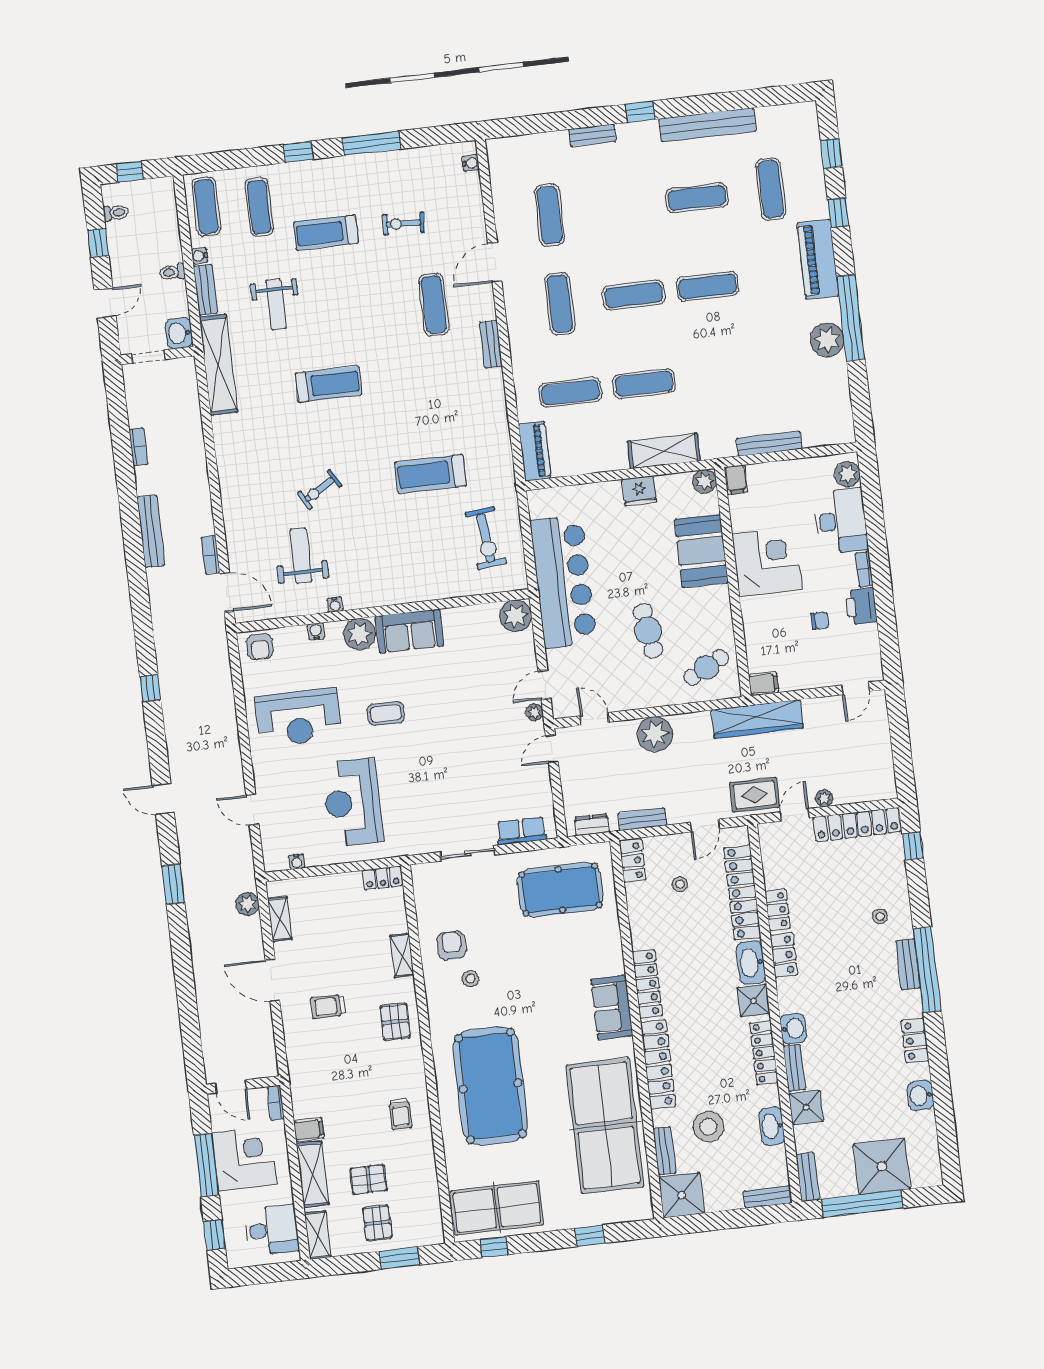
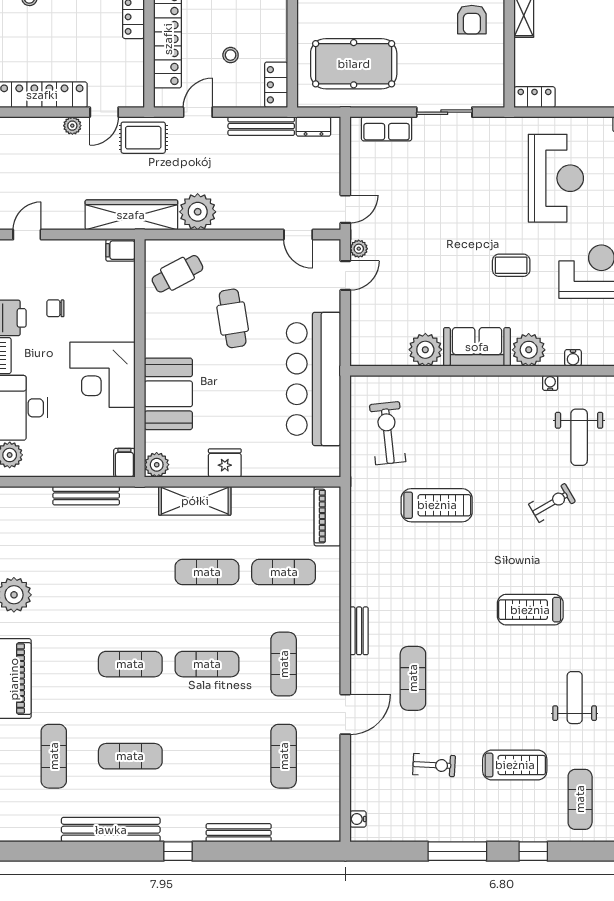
bench: (592, 135) -> (239, 833), width x1.36
plant: (516, 616) -> (425, 350), moved
plant: (655, 734) -> (198, 212), moved
bench: (642, 819) -> (261, 126), width x1.36

